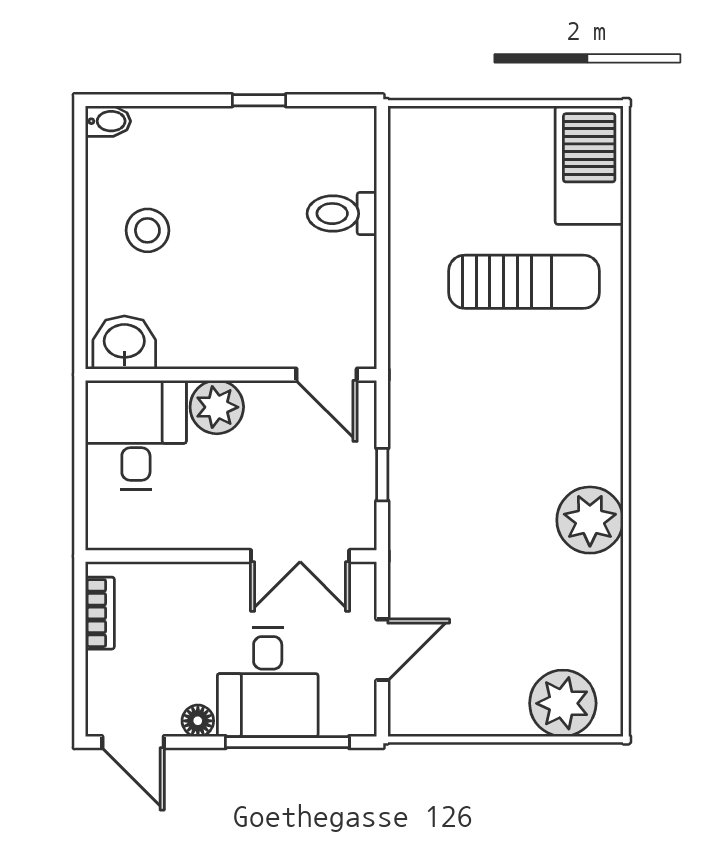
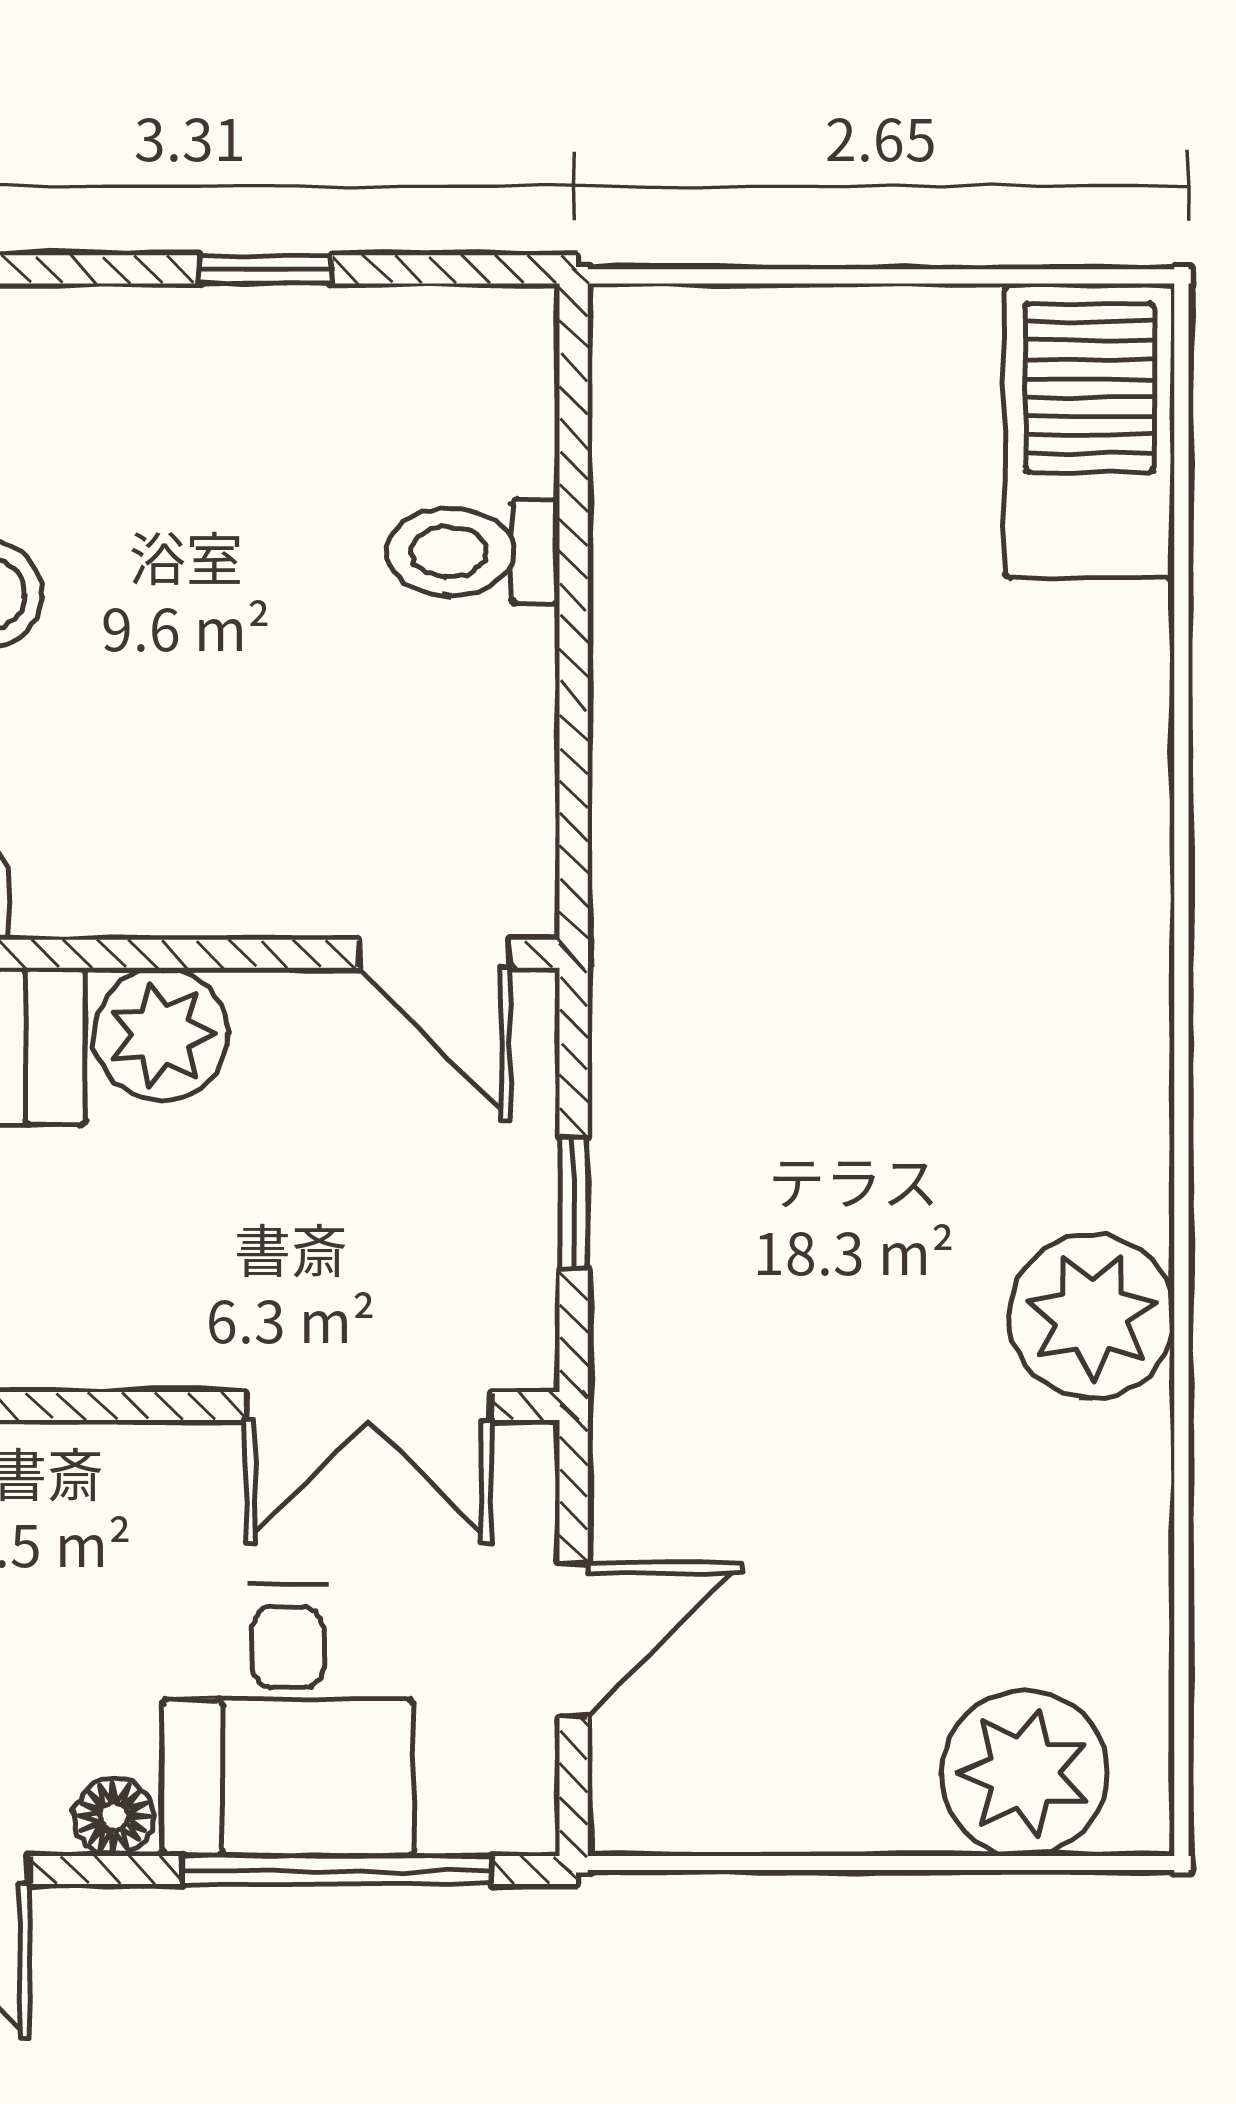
sun lounger: (524, 282) -> (927, 722), removed

